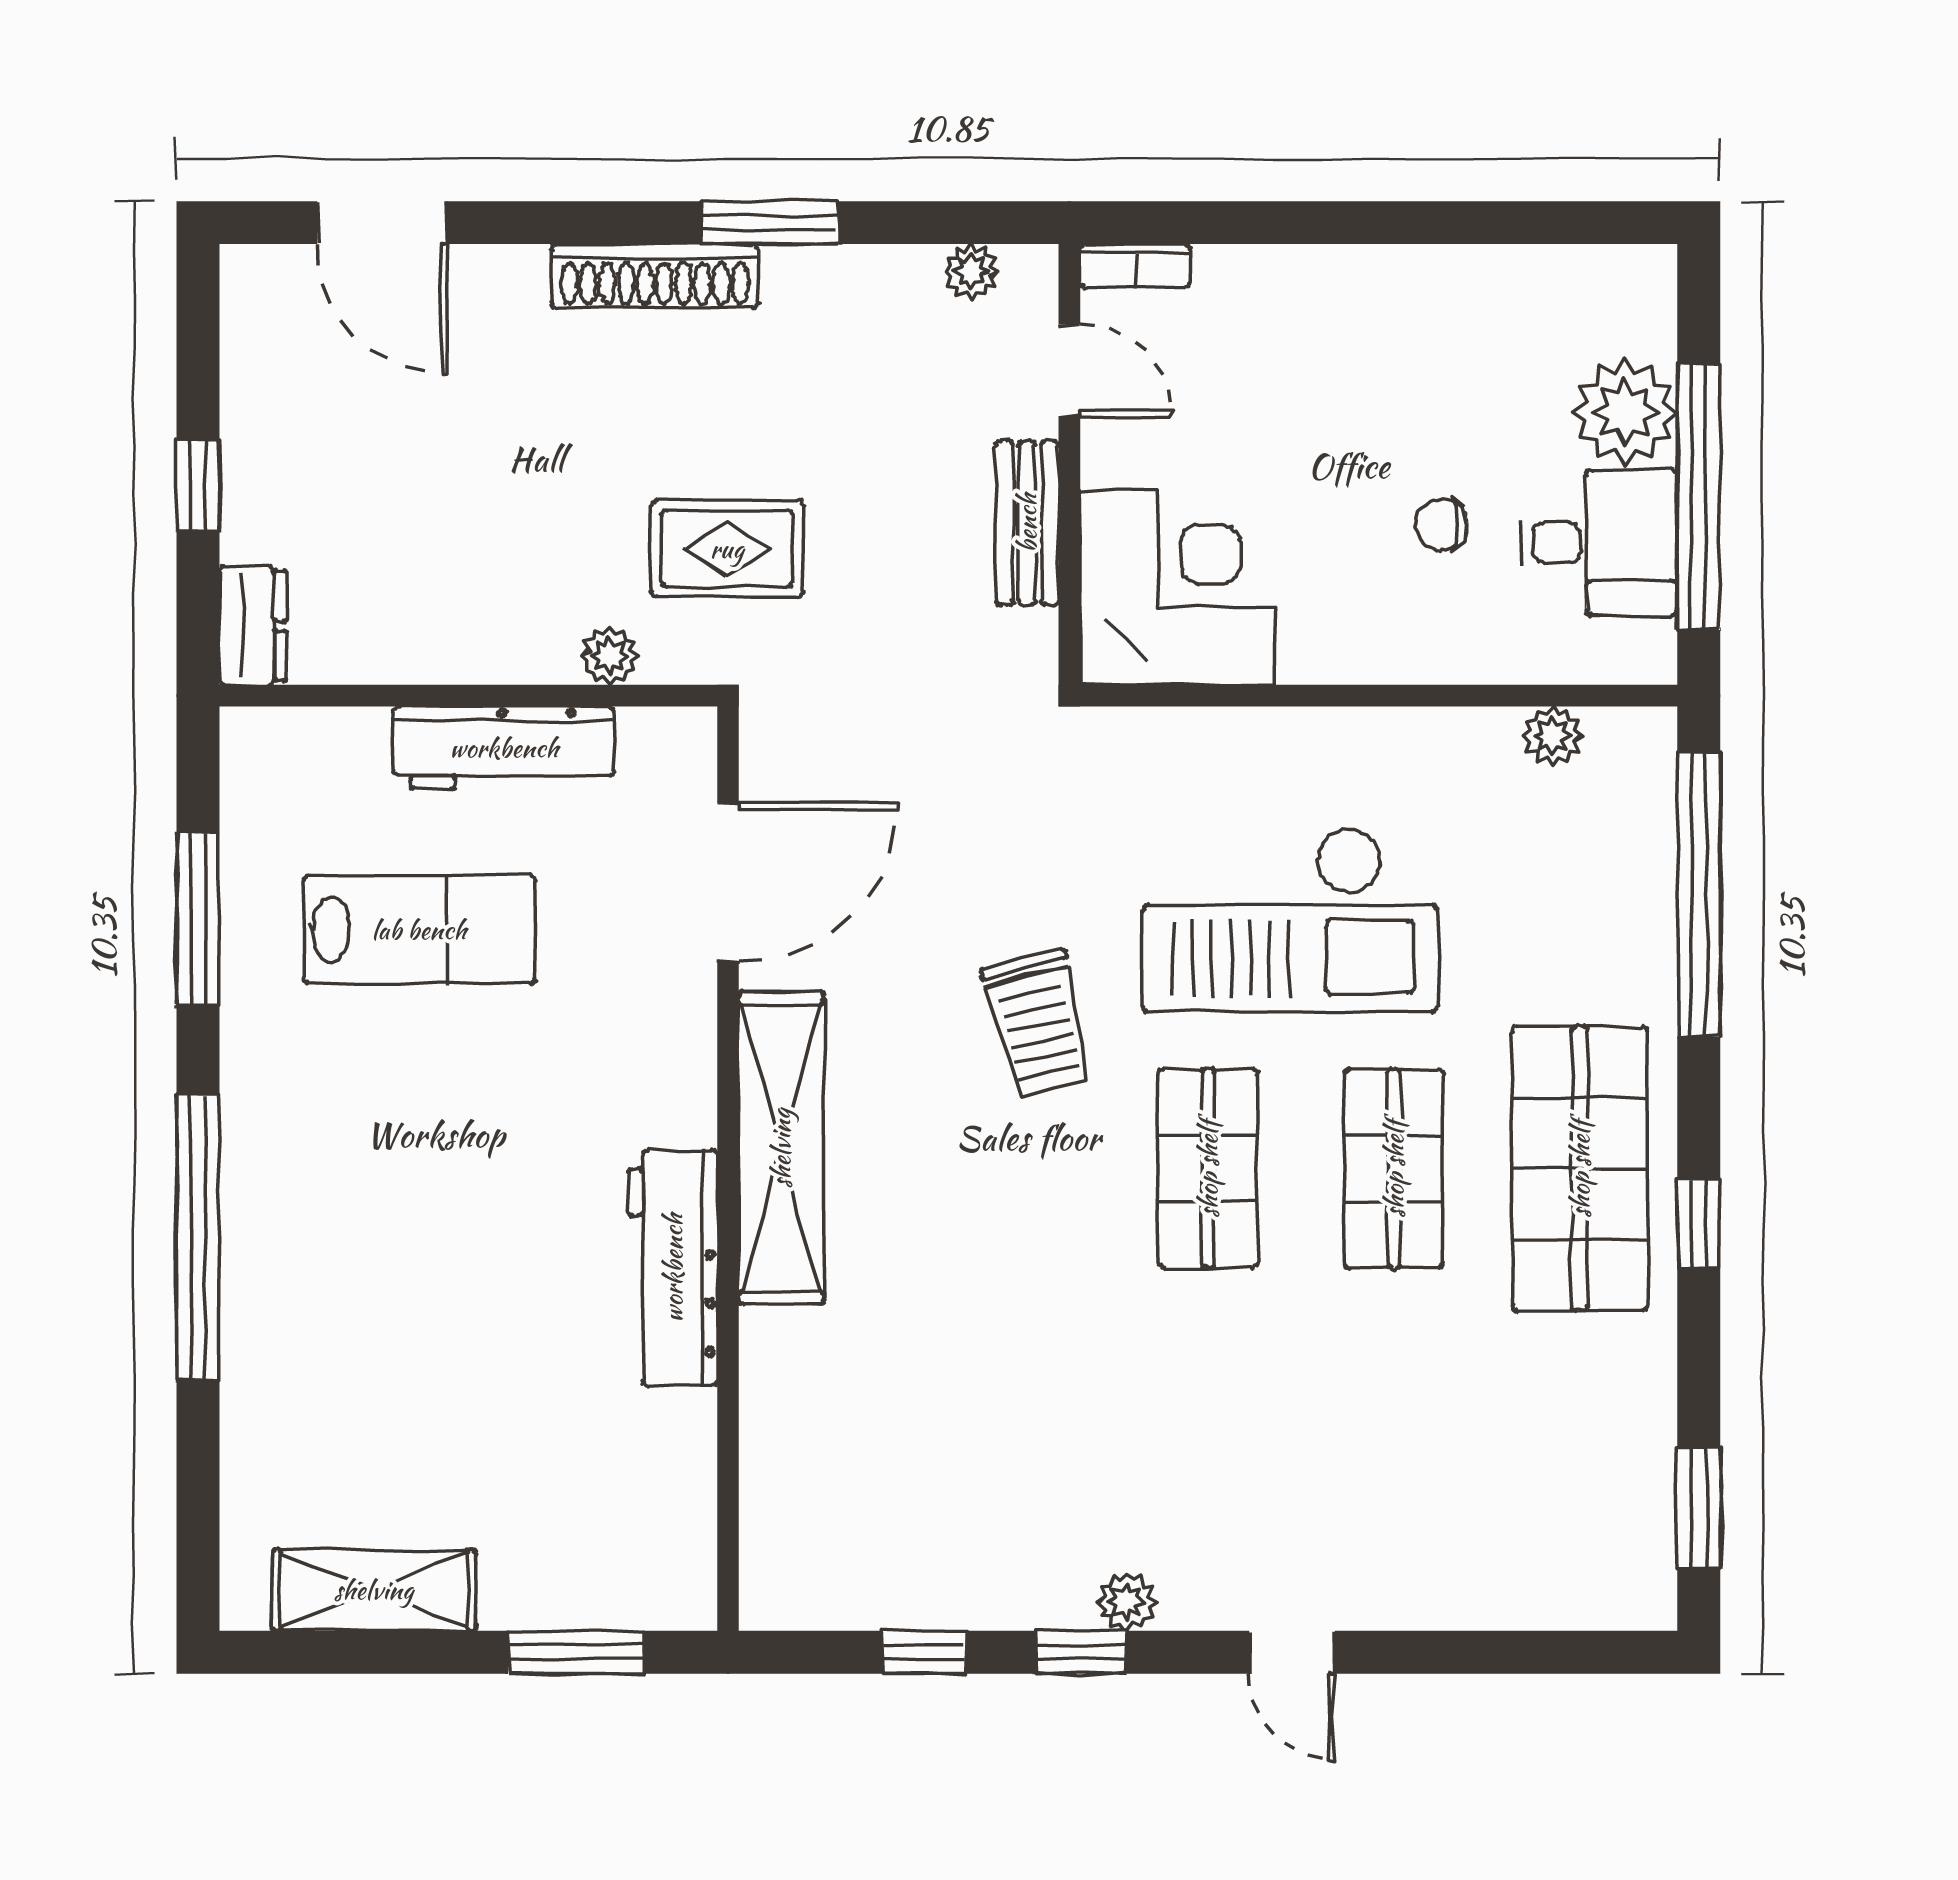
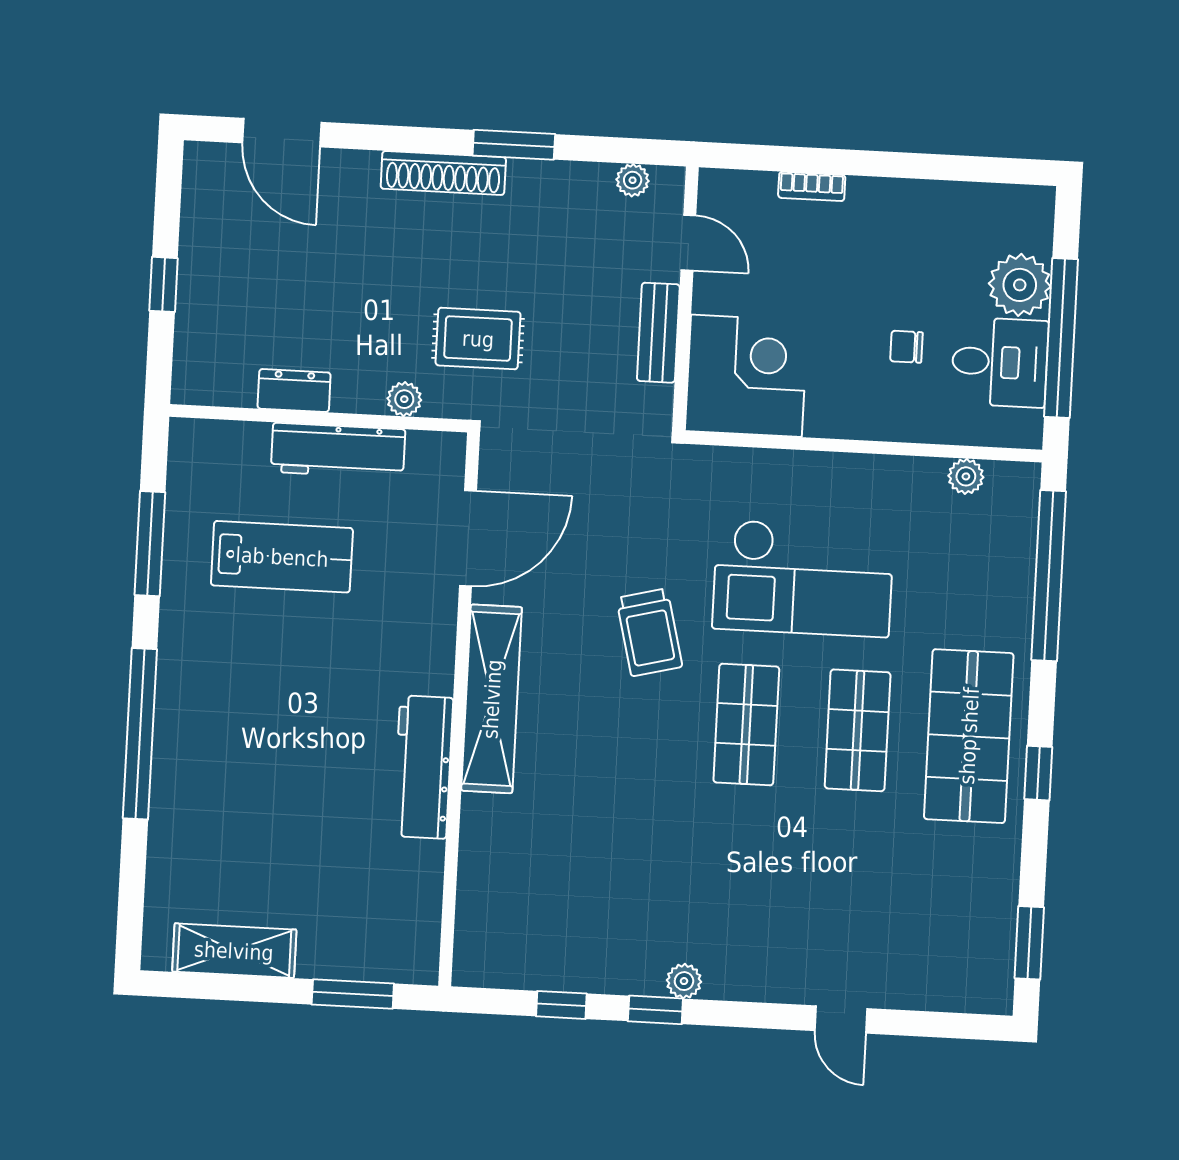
bookcase: (1135, 266) -> (812, 186), moved
dresser: (253, 626) -> (294, 391), moved, turned -90
door: (1292, 1652) -> (841, 1020), moved

